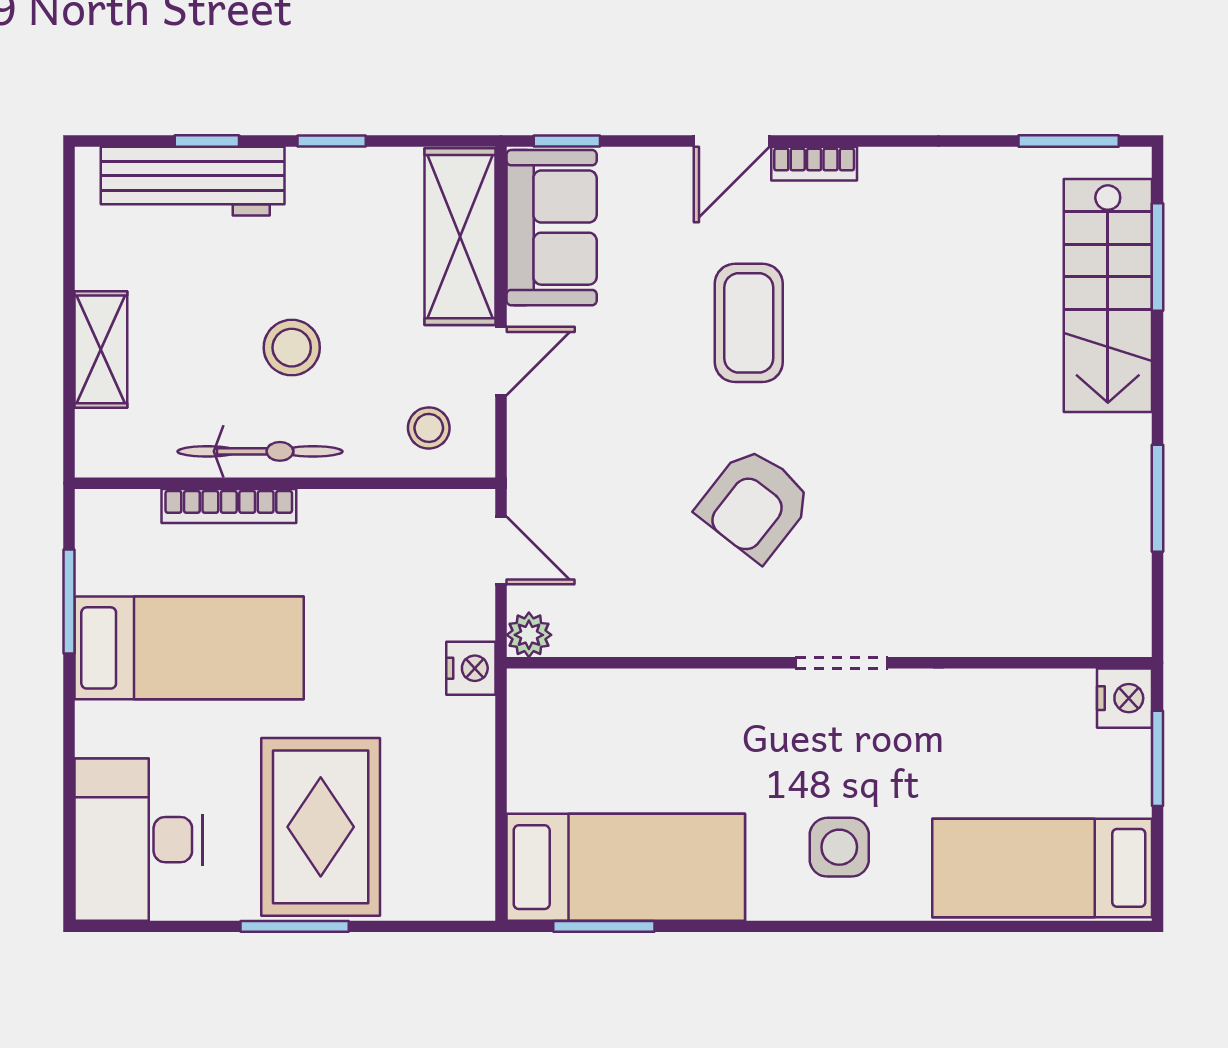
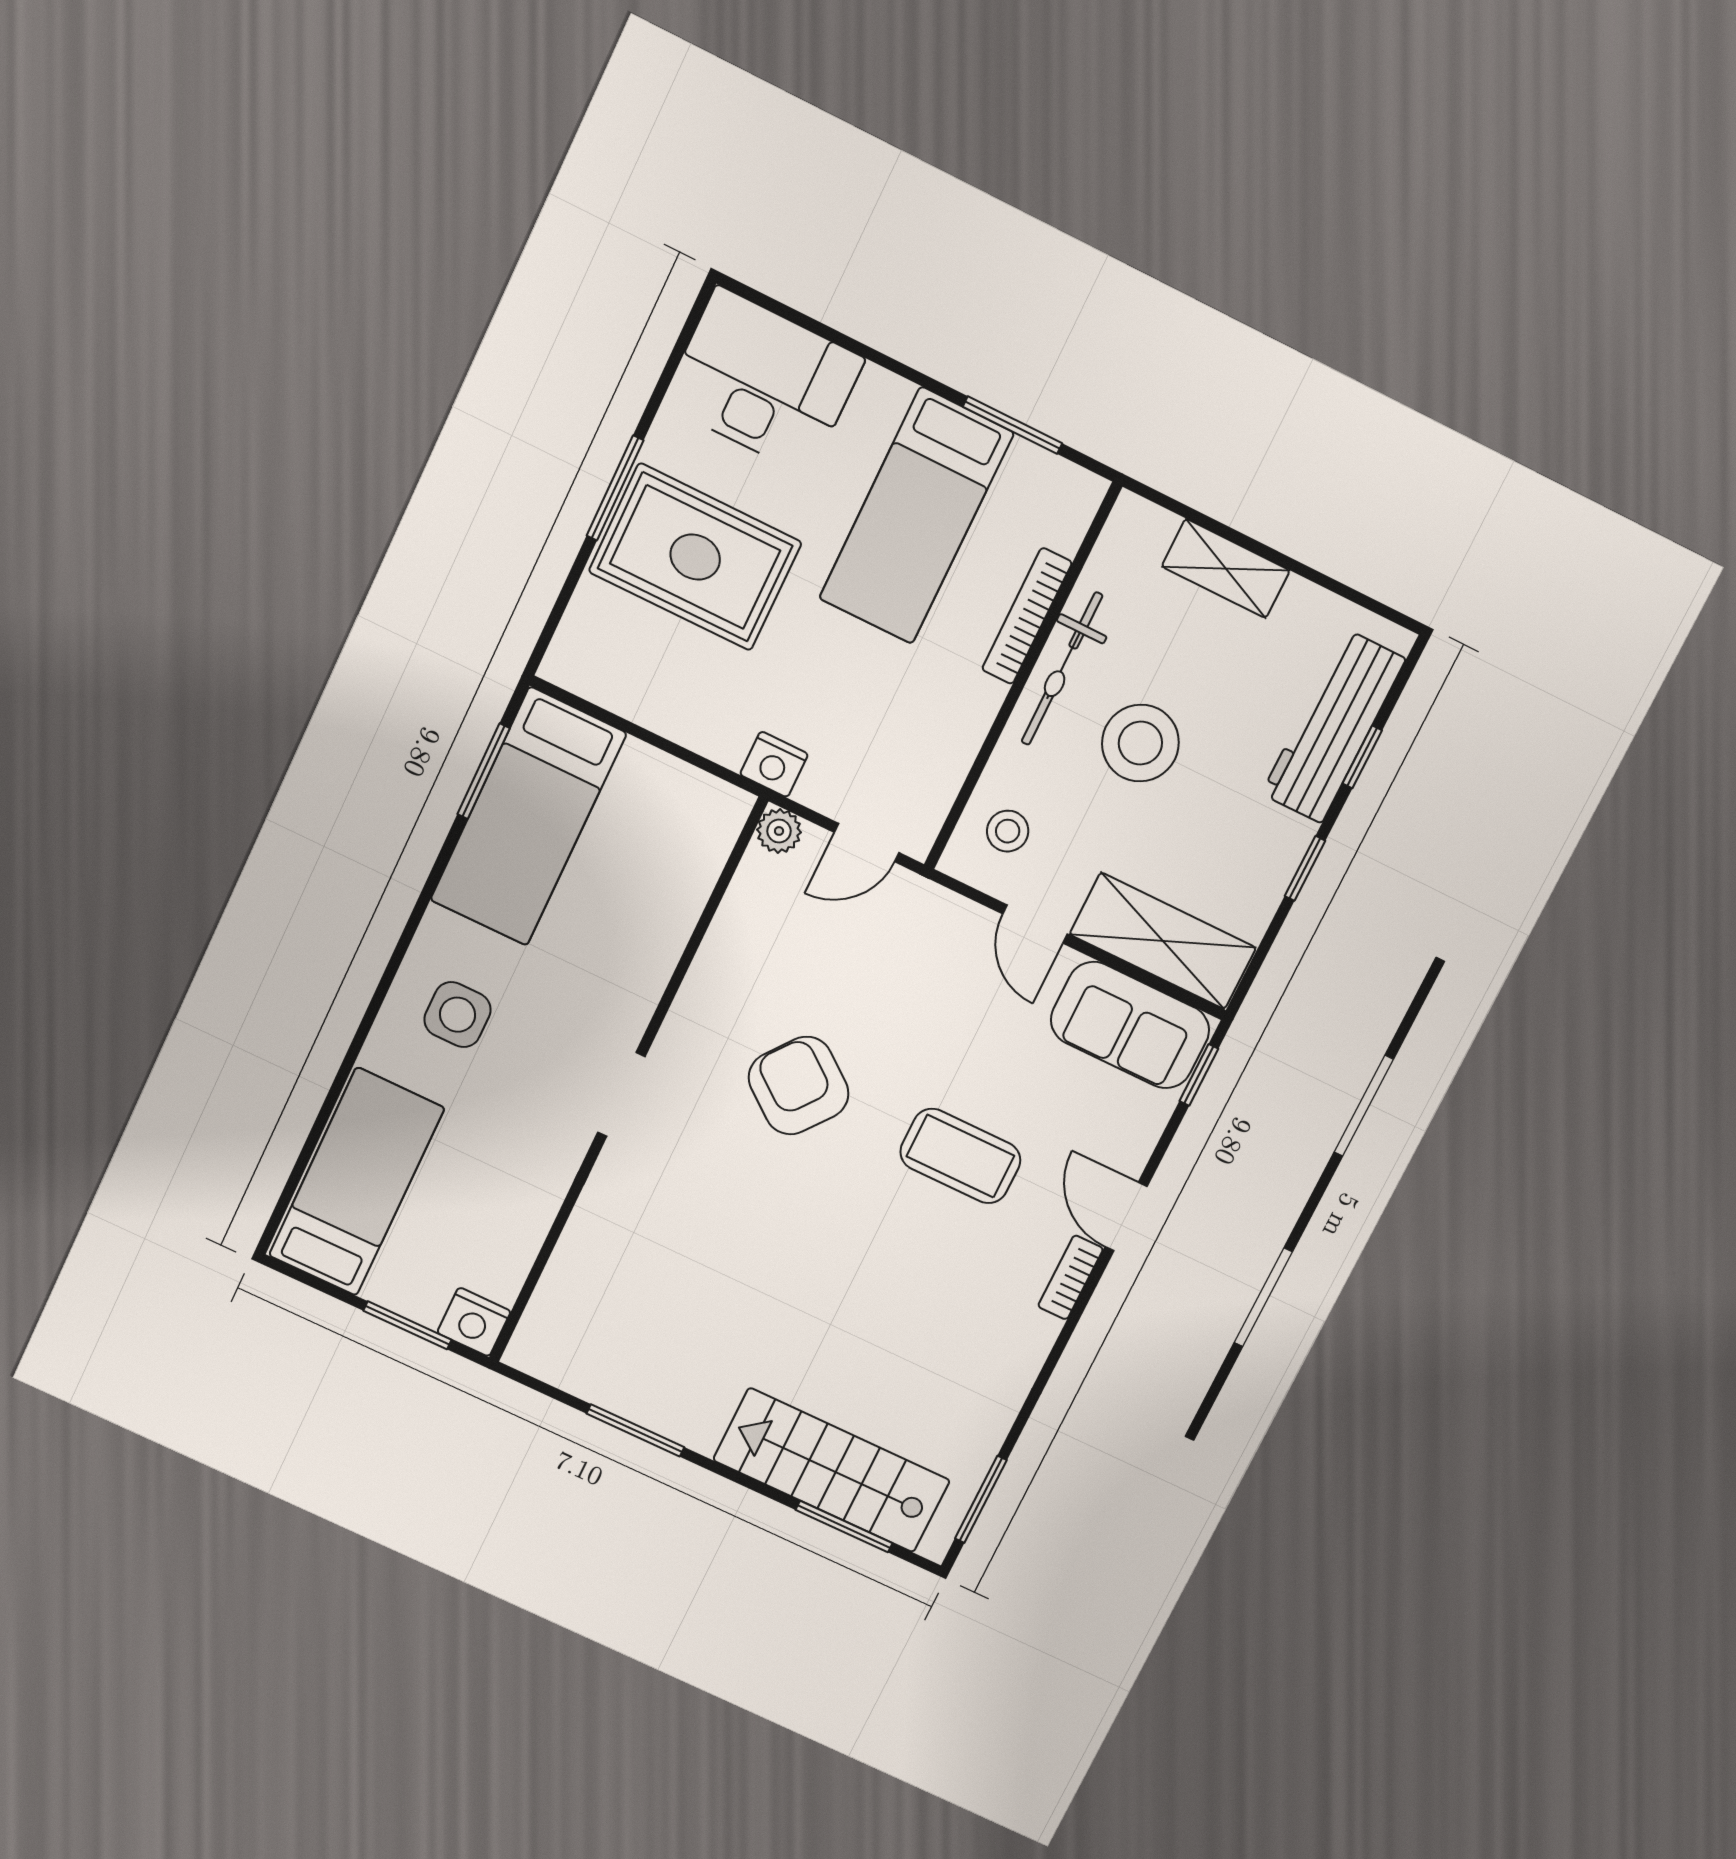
stool: (292, 348) -> (1140, 743), width x1.38, depth x1.38

